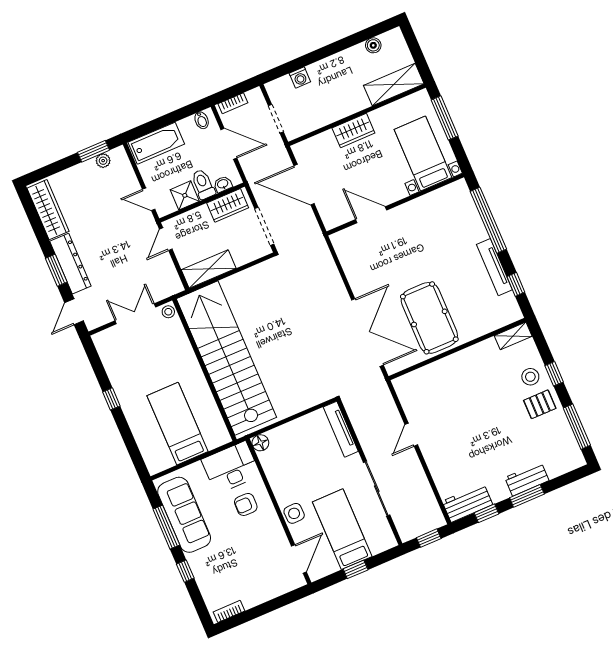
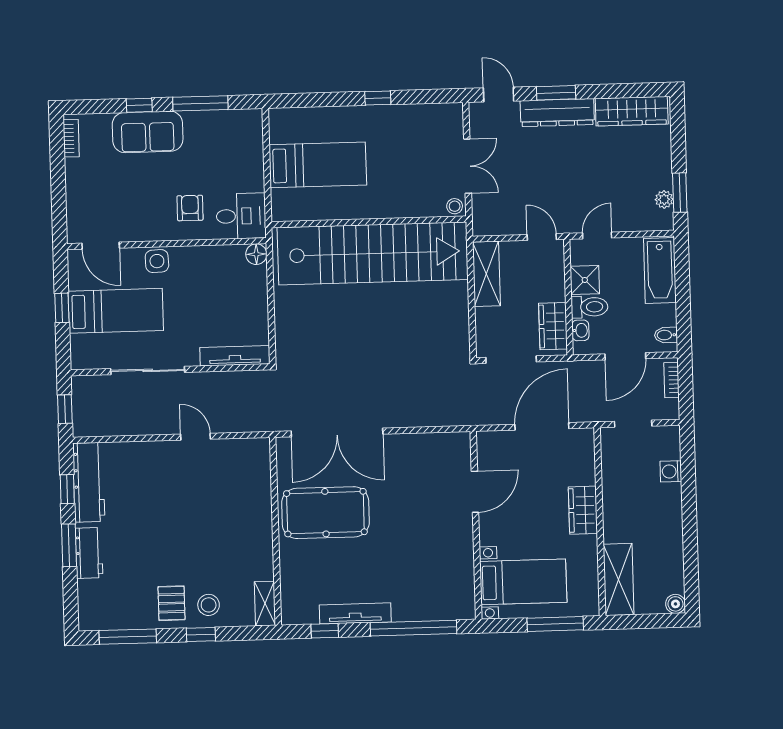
boiler: (373, 45) -> (675, 604), moved
desk: (231, 467) -> (241, 216), width x0.73
workbench: (467, 503) -> (89, 482), width x1.38
sofa: (184, 515) -> (148, 132), moved, width x0.73

